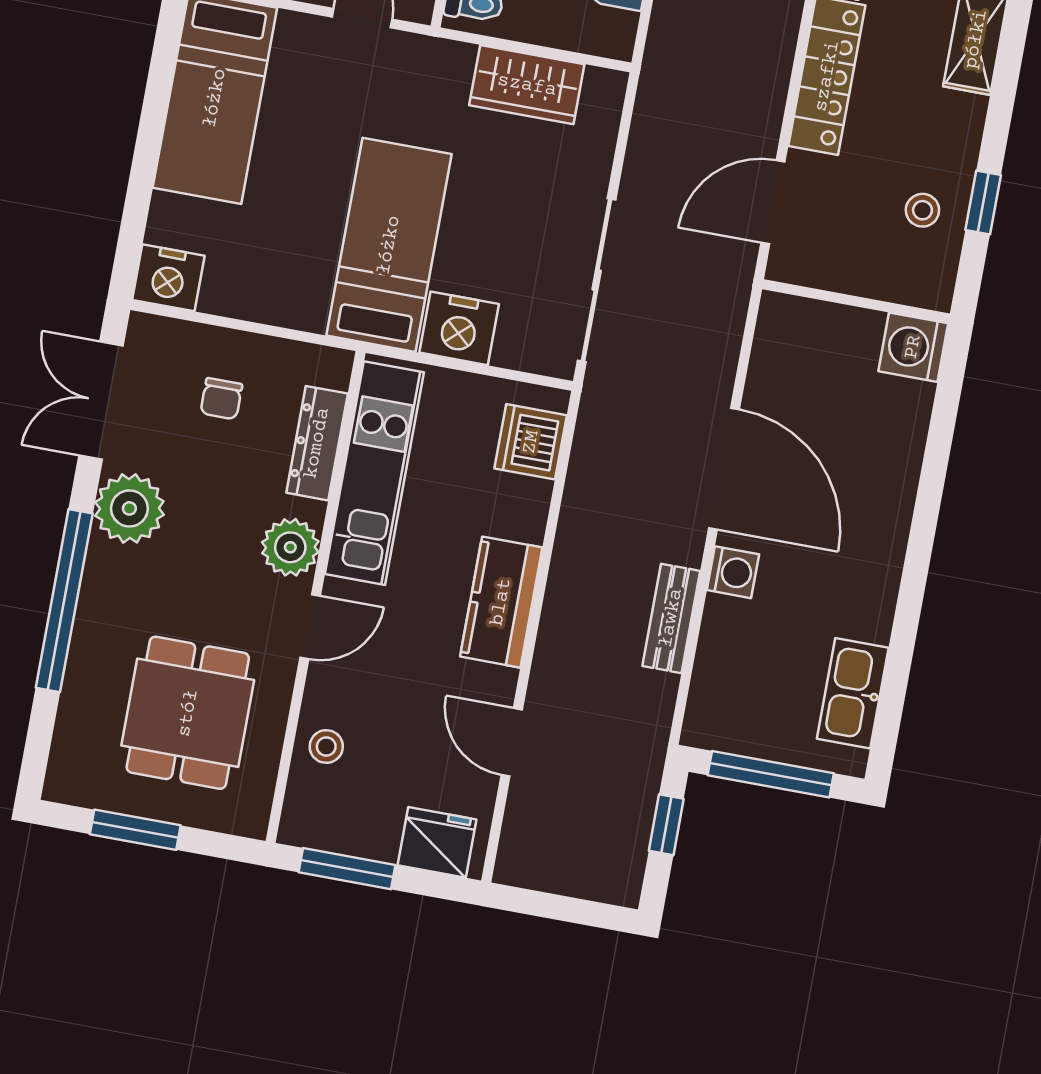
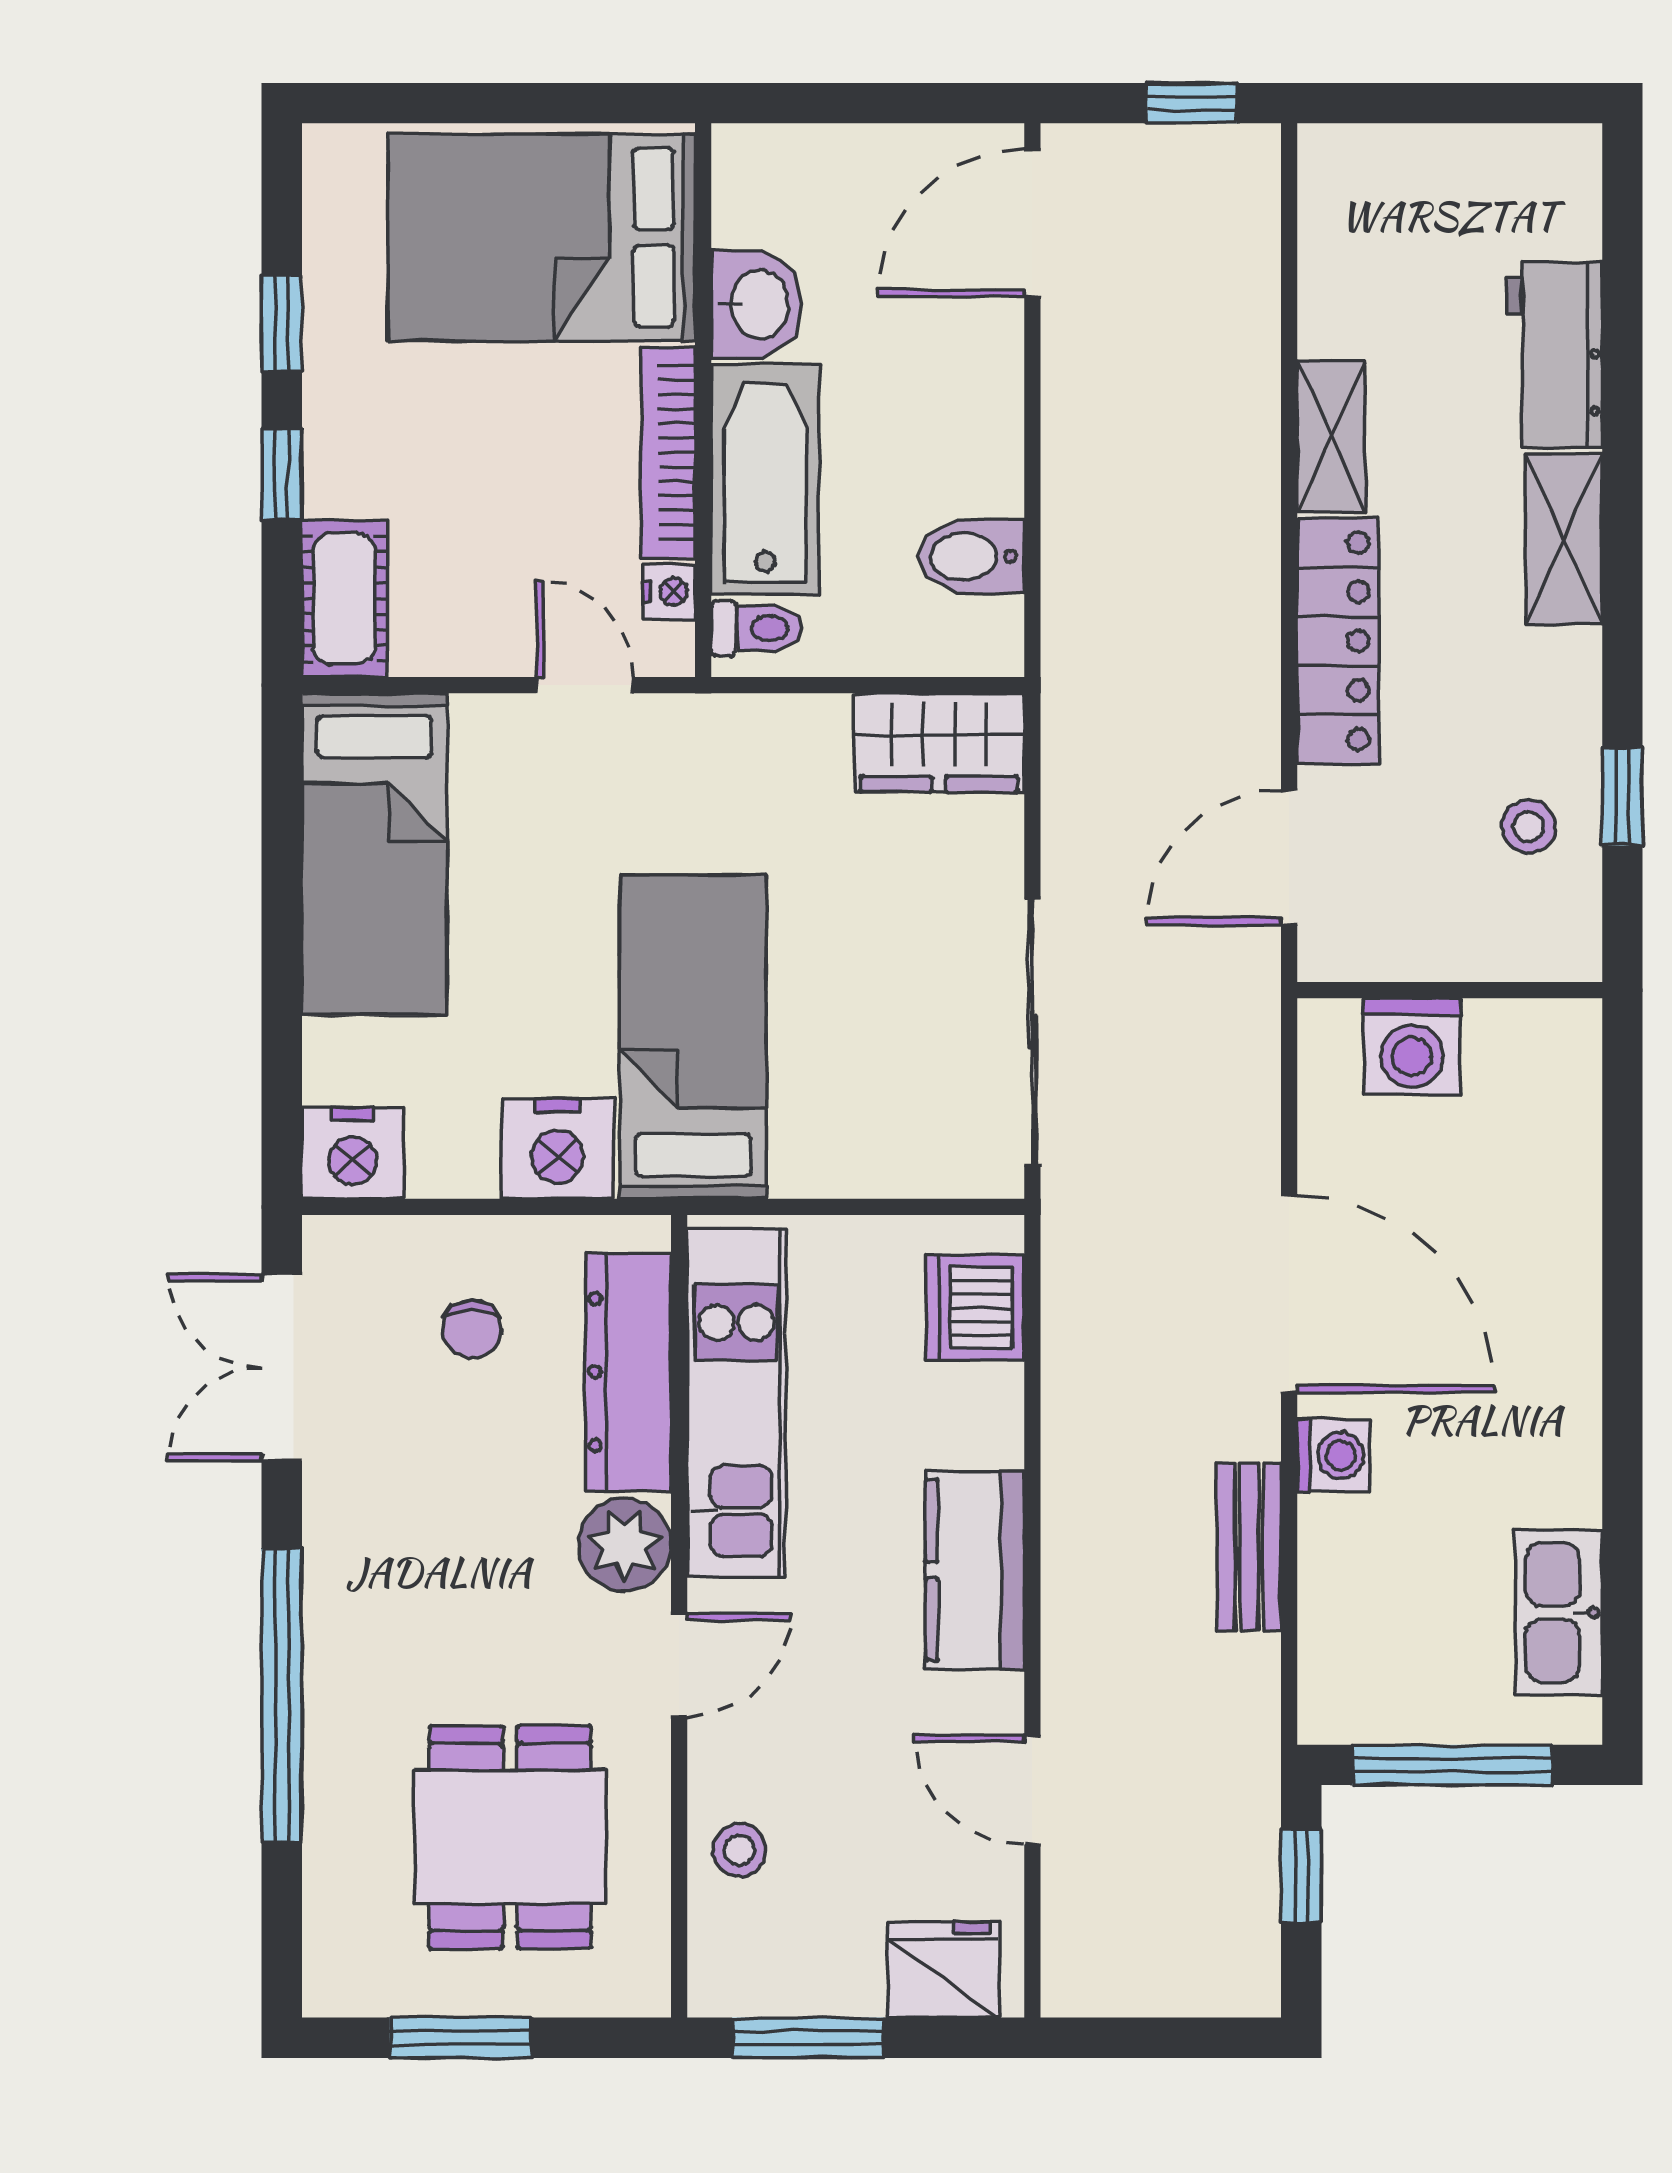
wardrobe: (527, 85) -> (939, 743), moved
nightstand: (459, 328) -> (558, 1149), moved
washing machine: (913, 347) -> (1412, 1047), moved, turned -90
dresser: (317, 443) -> (628, 1372), width x1.37, depth x1.24
plant: (129, 508) -> (358, 1530), removed

